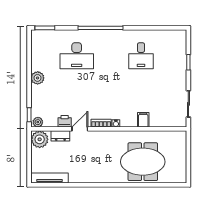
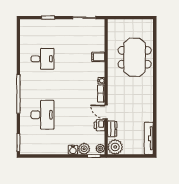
plant: (38, 78) -> (84, 149), moved
water cooler: (36, 91) -> (73, 150), added

